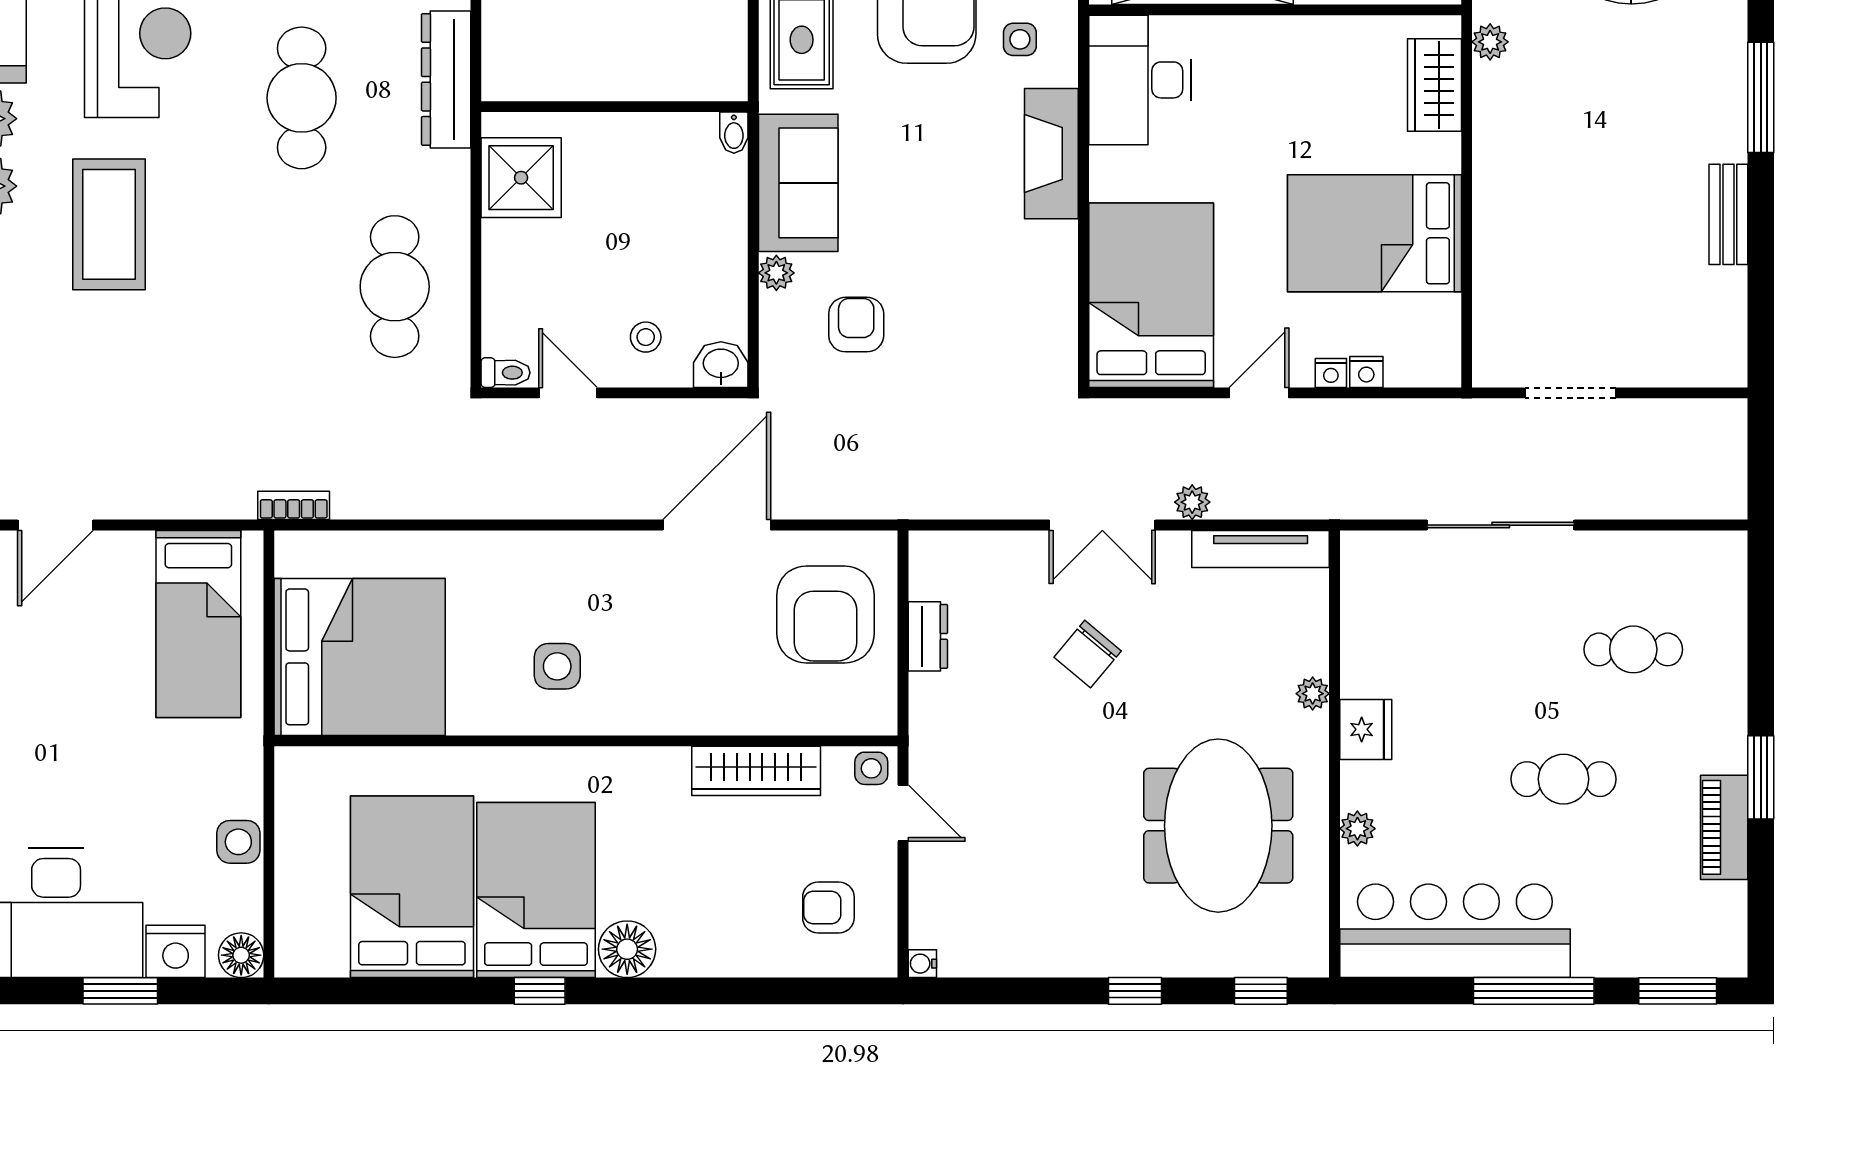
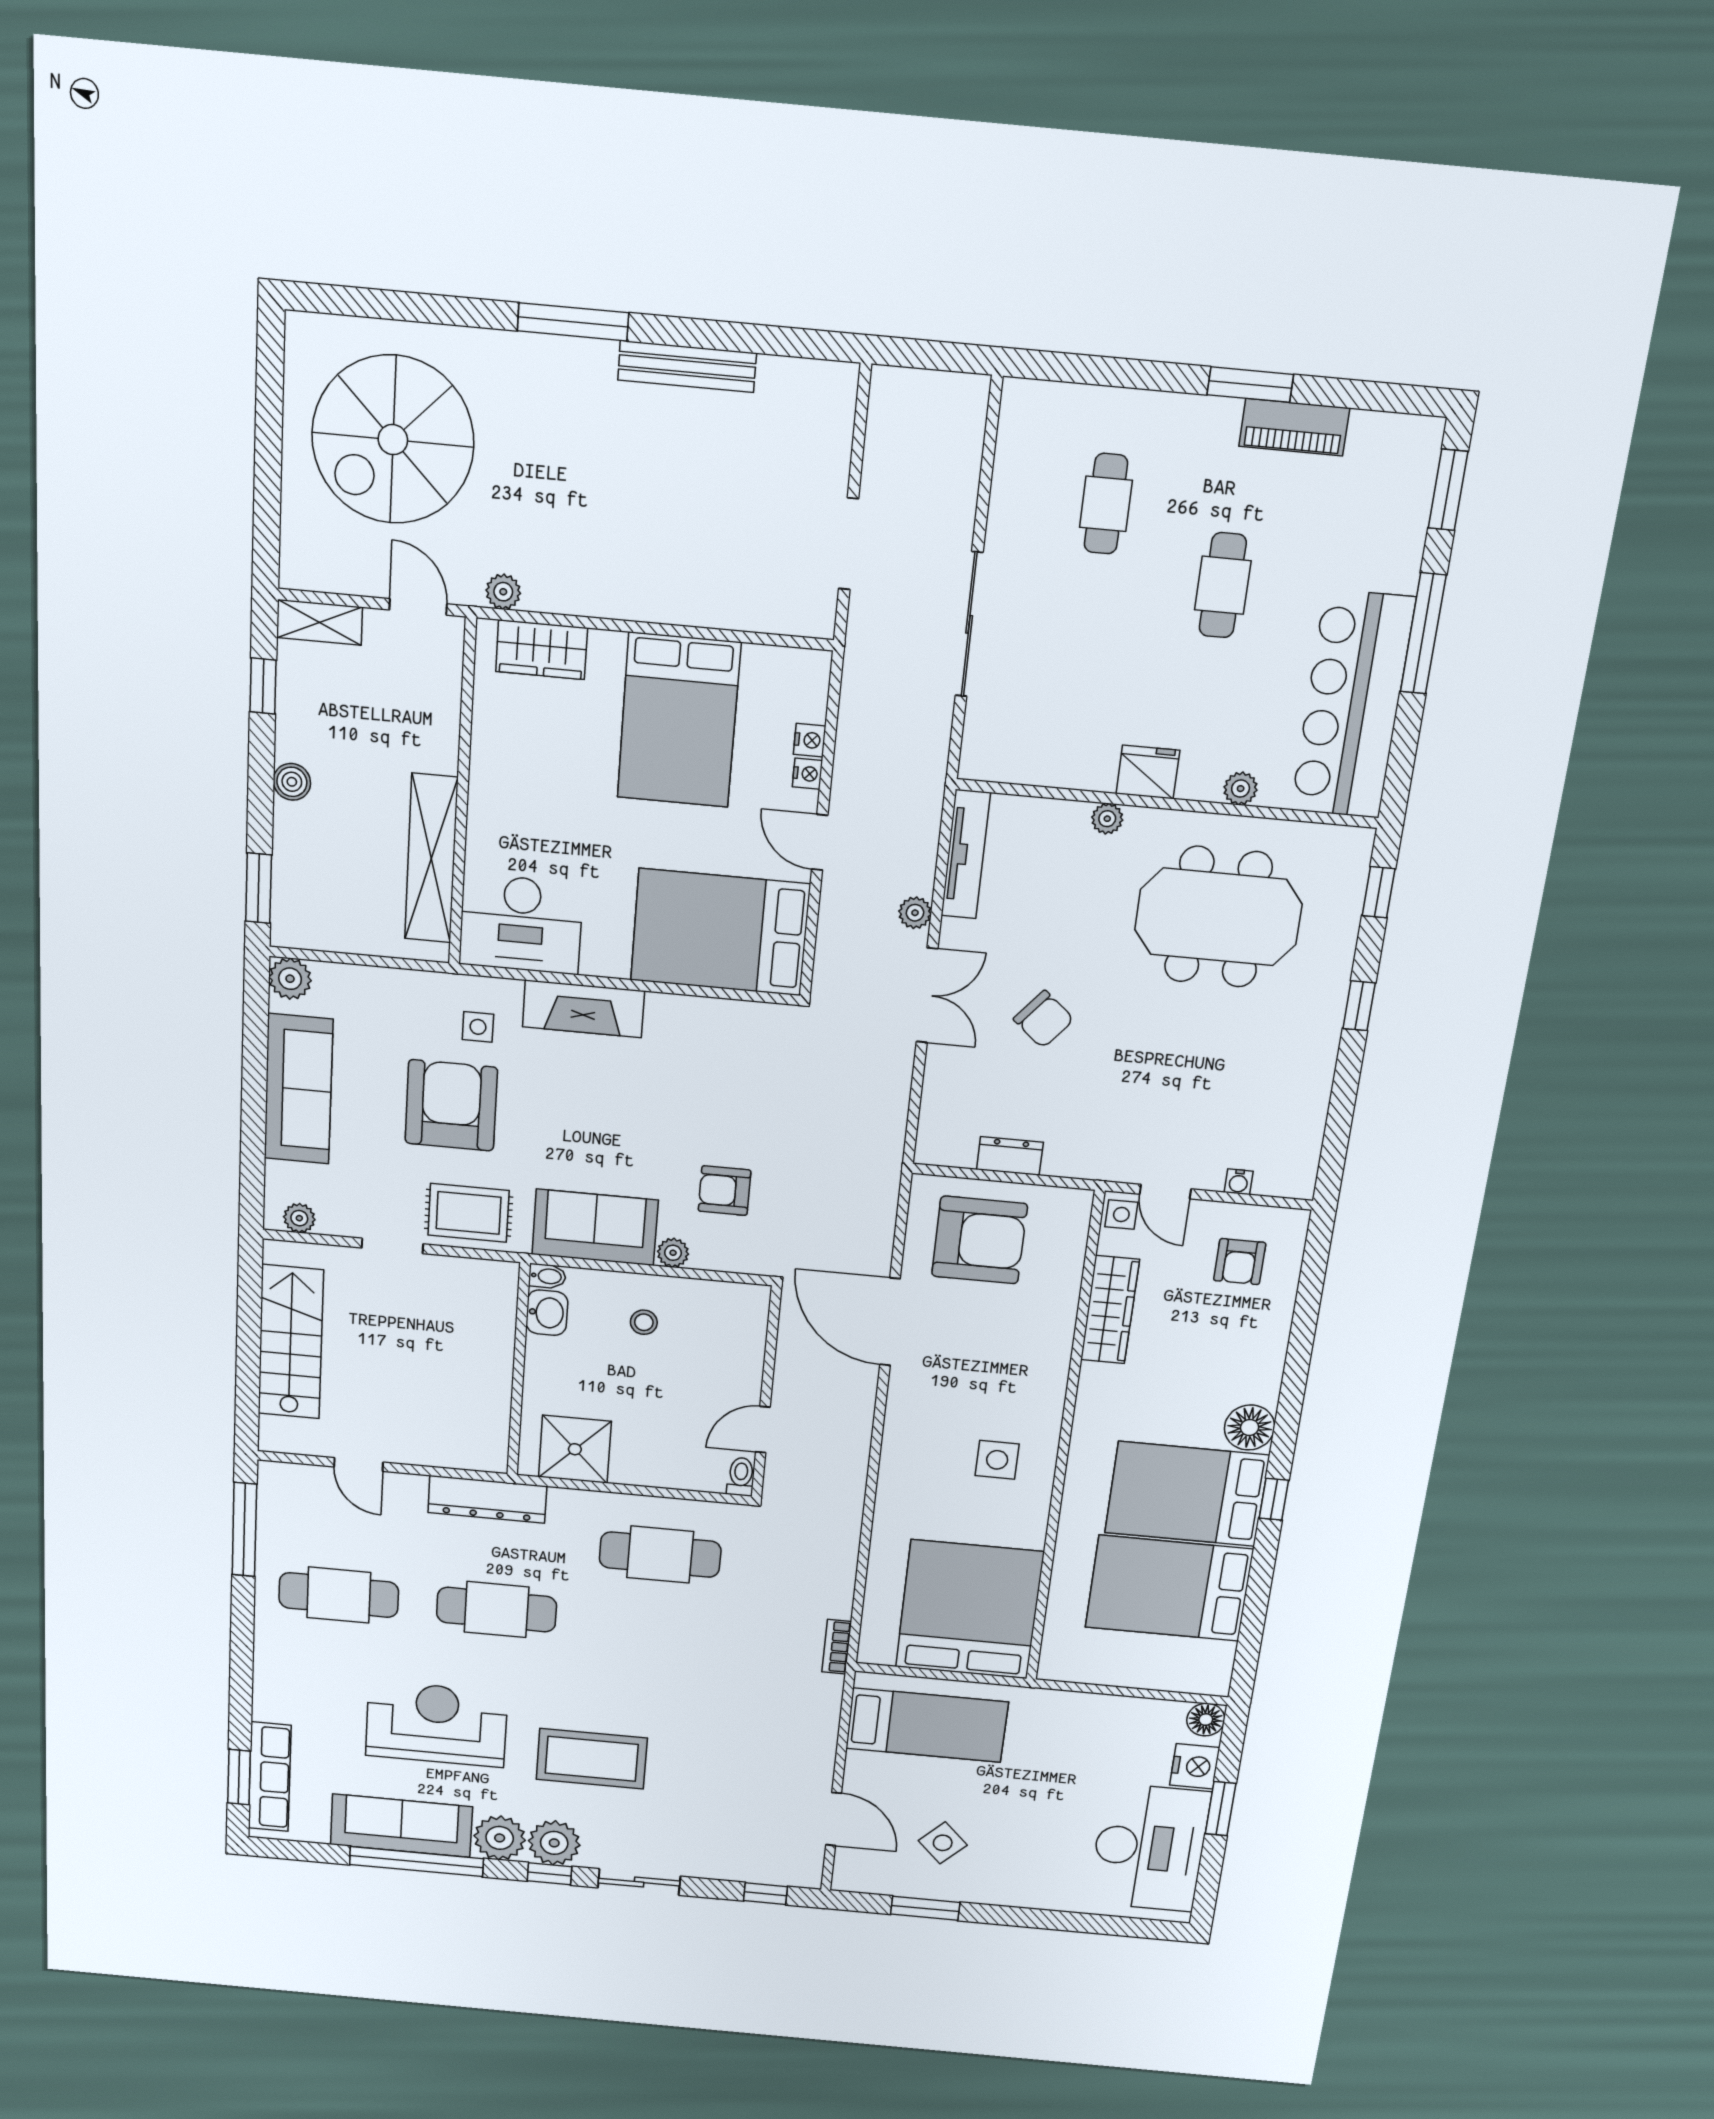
bench: (1728, 214) -> (687, 366), width x1.36
stool: (646, 337) -> (644, 1322), moved
washbasin: (721, 365) -> (547, 1313), moved, turned 180
door: (903, 813) -> (1165, 1192), swing flipped
side table: (238, 842) -> (943, 1843), moved, turned 45
water cooler: (922, 964) -> (1239, 1182), moved

